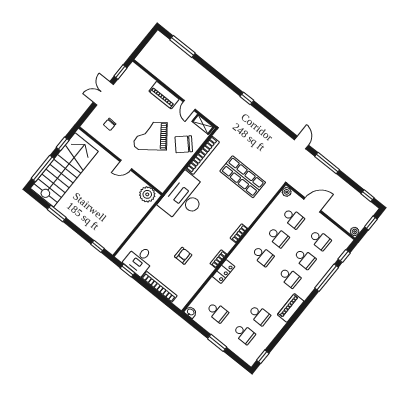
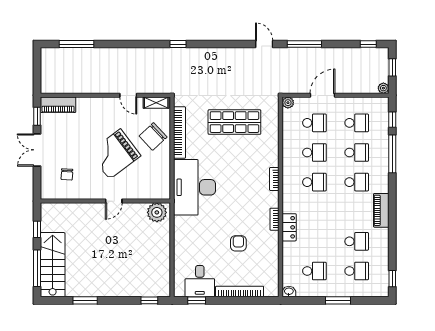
piano: (164, 95) -> (58, 105), moved
stairs: (64, 170) -> (53, 265), width x0.73, depth x0.66

